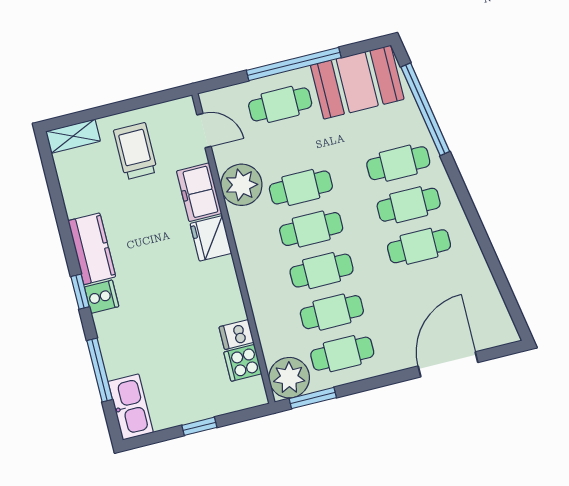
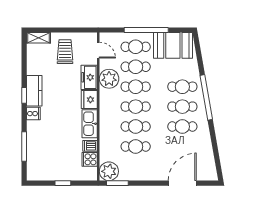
window: (425, 109) -> (206, 97), moved
window: (80, 292) -> (24, 95), moved
cafe table: (342, 354) -> (136, 67), moved
kitchen sink: (131, 407) -> (90, 124), moved, turned 180

